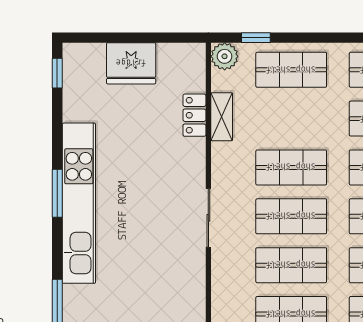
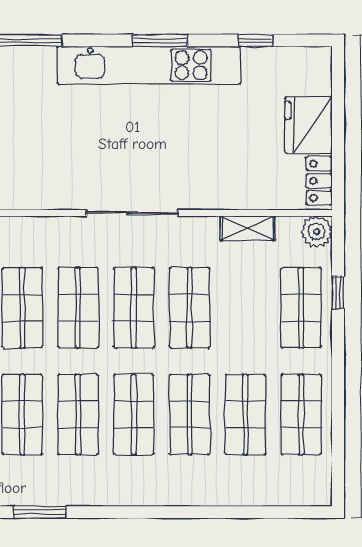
window: (256, 38) -> (338, 292), moved
window: (57, 73) -> (255, 40), moved
locker: (194, 115) -> (319, 181), moved, turned -90
sliding door: (208, 218) -> (132, 213), width x1.37

